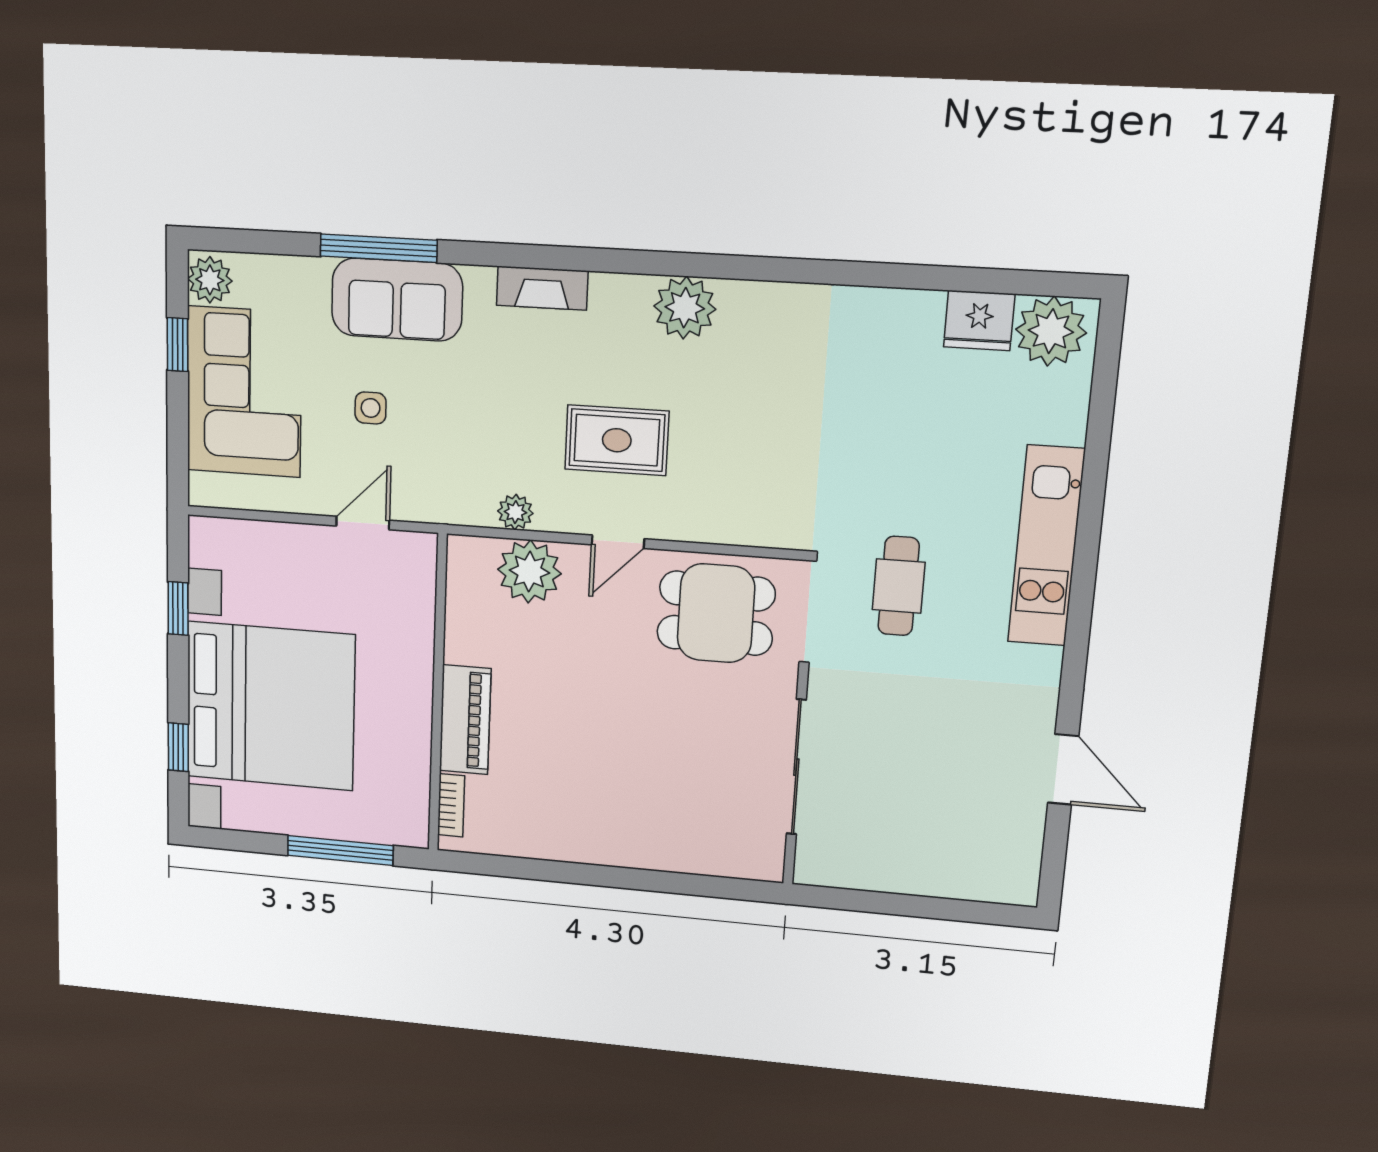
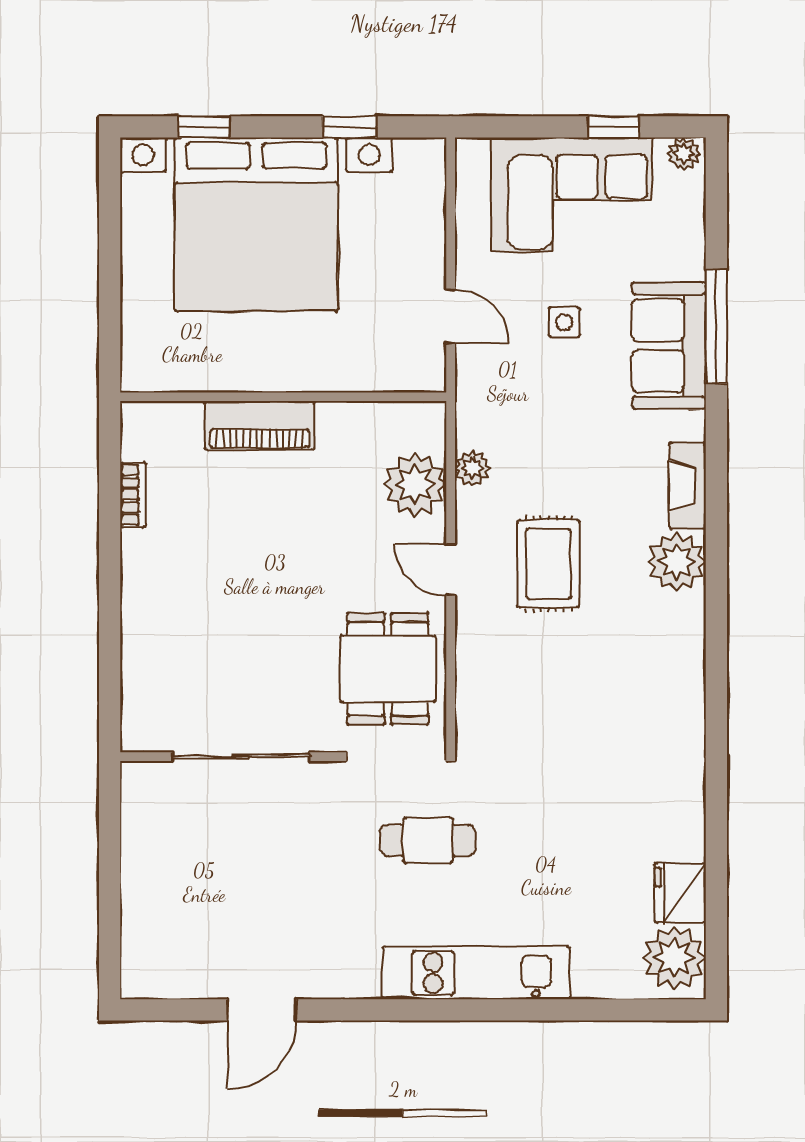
plant: (210, 280) -> (684, 154), width x0.73, depth x0.73
plant: (685, 308) -> (677, 562), moved
bookcase: (451, 805) -> (133, 495), moved, turned -90
window: (340, 850) -> (110, 300), removed

